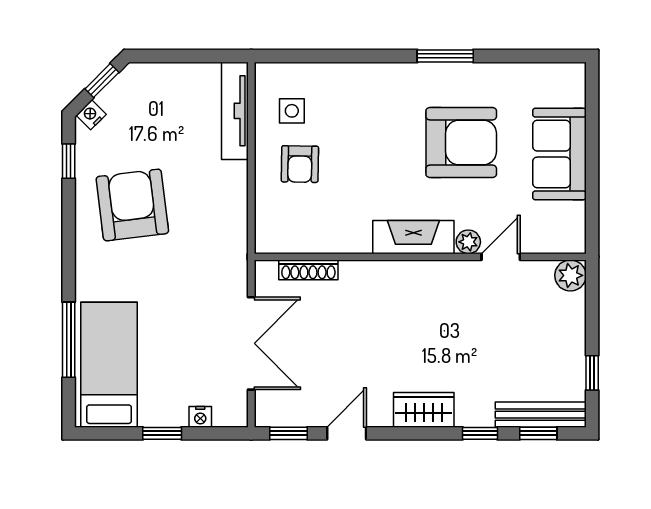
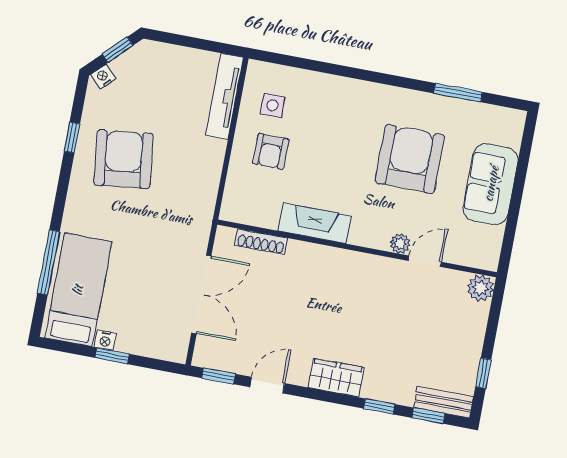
window: (445, 56) -> (458, 93), moved
armchair: (461, 142) -> (410, 159), turned -90
window: (69, 161) -> (72, 137), moved
fireplace: (413, 237) -> (315, 223), moved
bench: (541, 415) -> (444, 402), width x0.73
nightstand: (200, 417) -> (105, 340), moved

